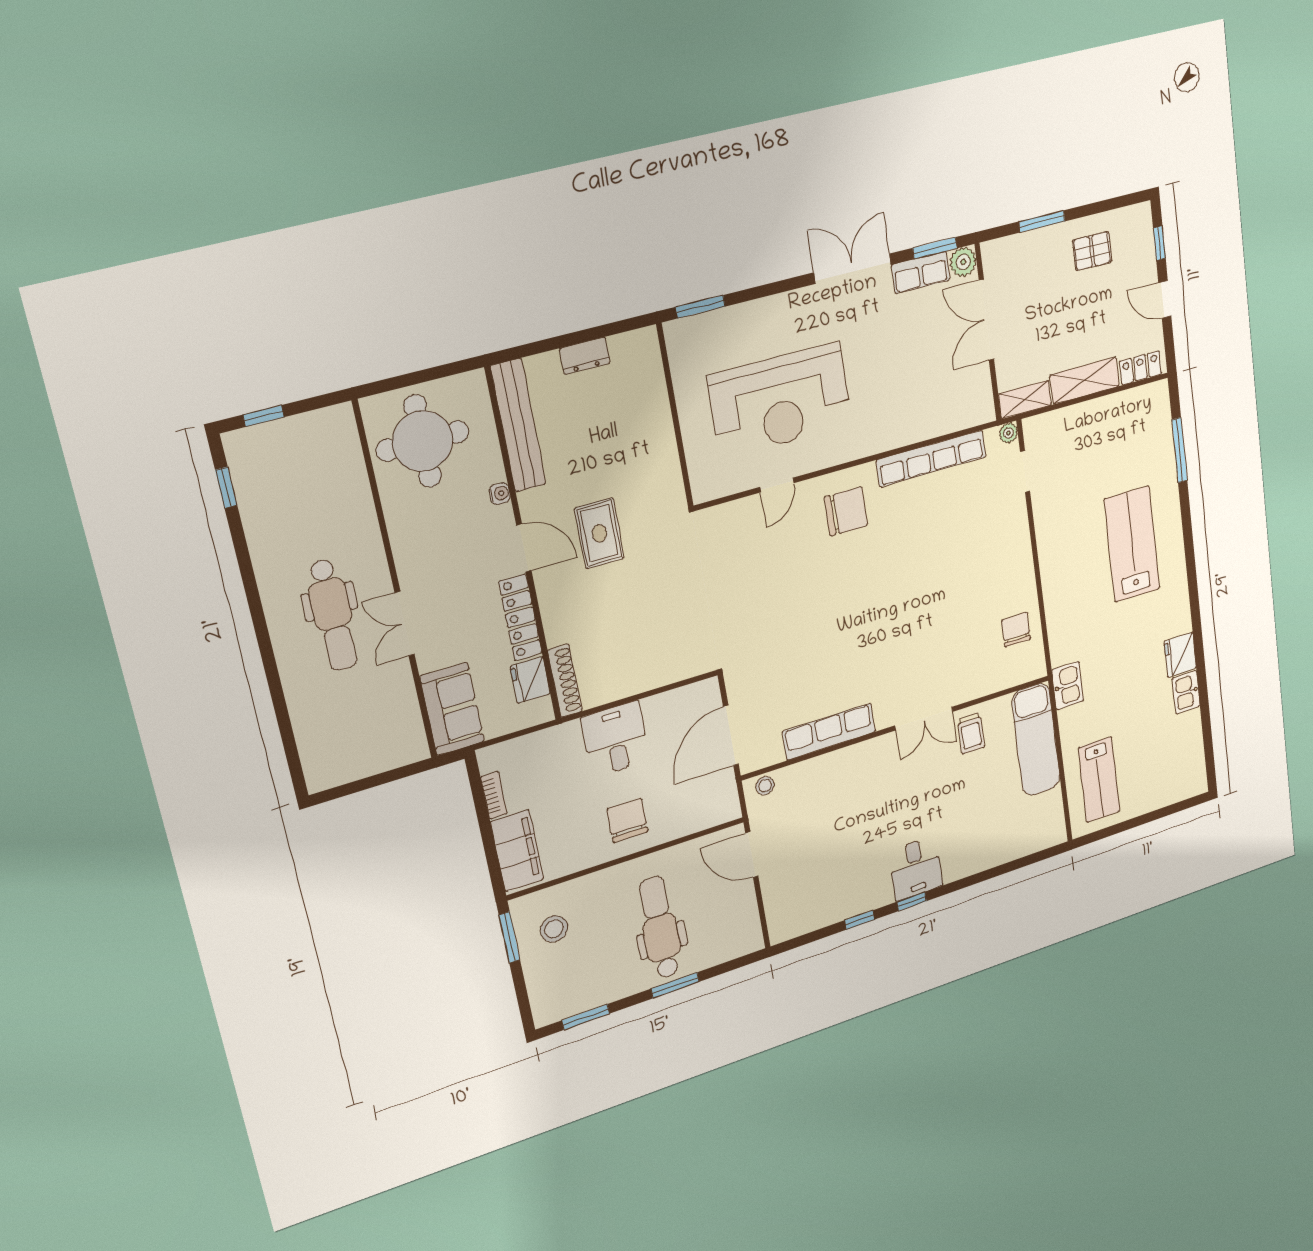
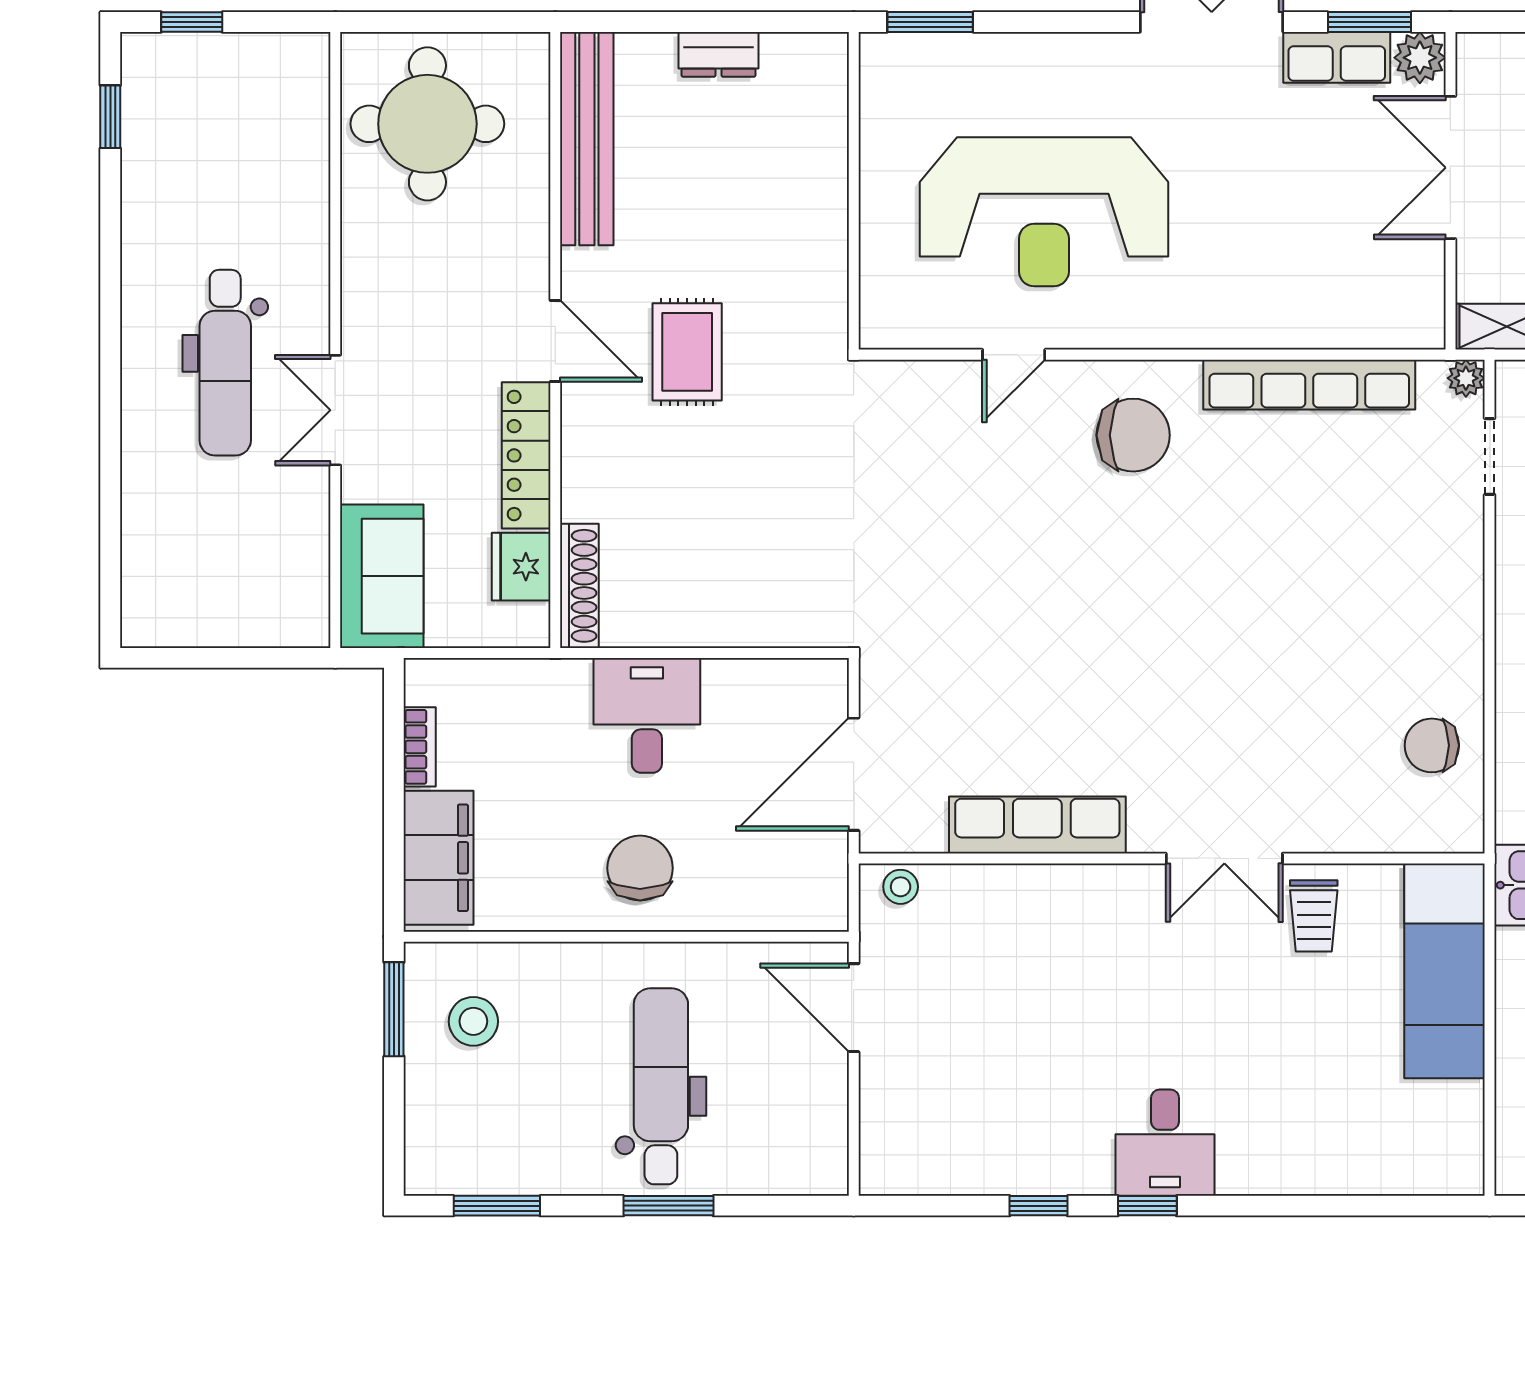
water cooler: (500, 494) -> (534, 241), removed
chair: (1016, 630) -> (1432, 745), turned -90

